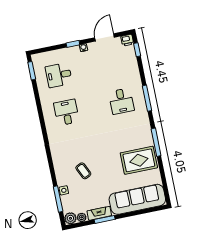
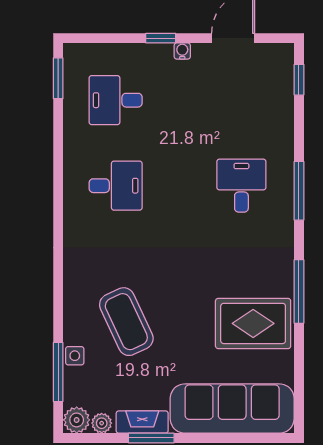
printer: (127, 40) -> (282, 54), removed
desk: (121, 101) -> (241, 186), turned 180
desk: (66, 112) -> (116, 186), turned 90
coffee table: (83, 171) -> (126, 322), width x1.86, depth x1.72

